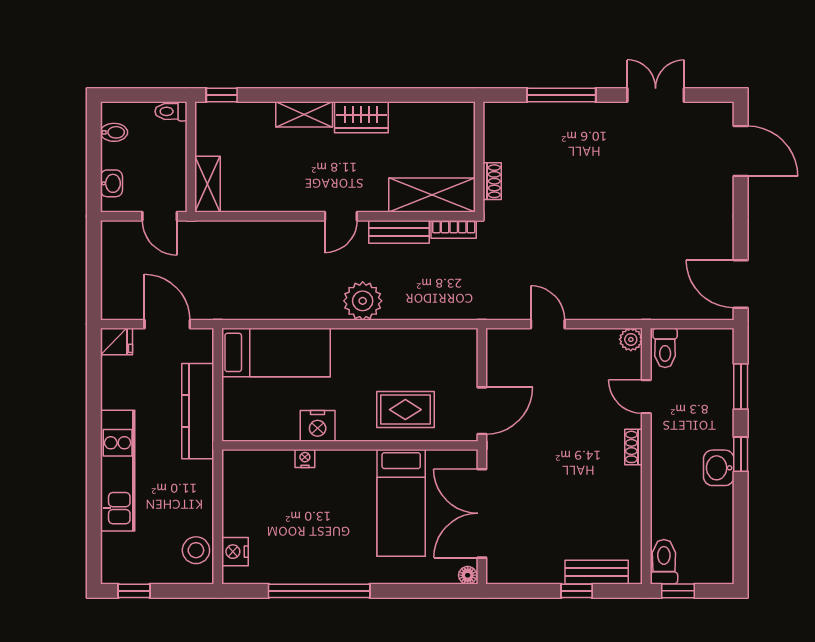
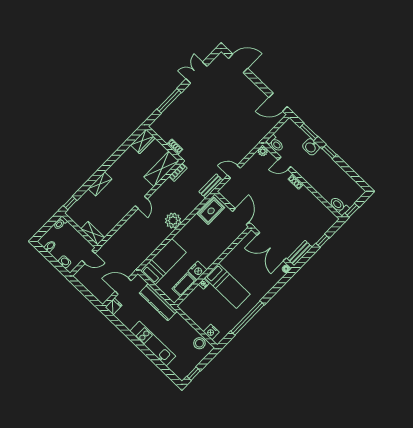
wardrobe: (361, 117) -> (143, 141), moved
bench: (399, 232) -> (211, 186), moved
rug: (405, 410) -> (211, 211), moved
cot: (271, 427) -> (184, 285), added
washbasin: (719, 468) -> (311, 147), moved
bed: (401, 503) -> (227, 286), moved
bench: (597, 572) -> (300, 253), moved

